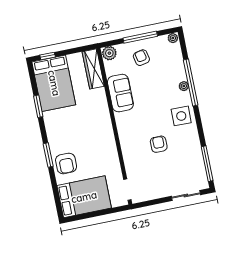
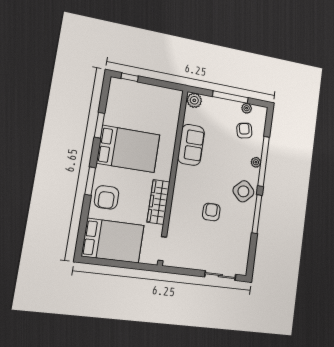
plant: (173, 38) -> (247, 108), moved
armchair: (141, 58) -> (244, 131), moved
wardrobe: (93, 69) -> (158, 202), moved
bed: (54, 83) -> (128, 149), moved, turned -90
side table: (181, 116) -> (243, 191), turned 45
window: (207, 164) -> (257, 214), moved

